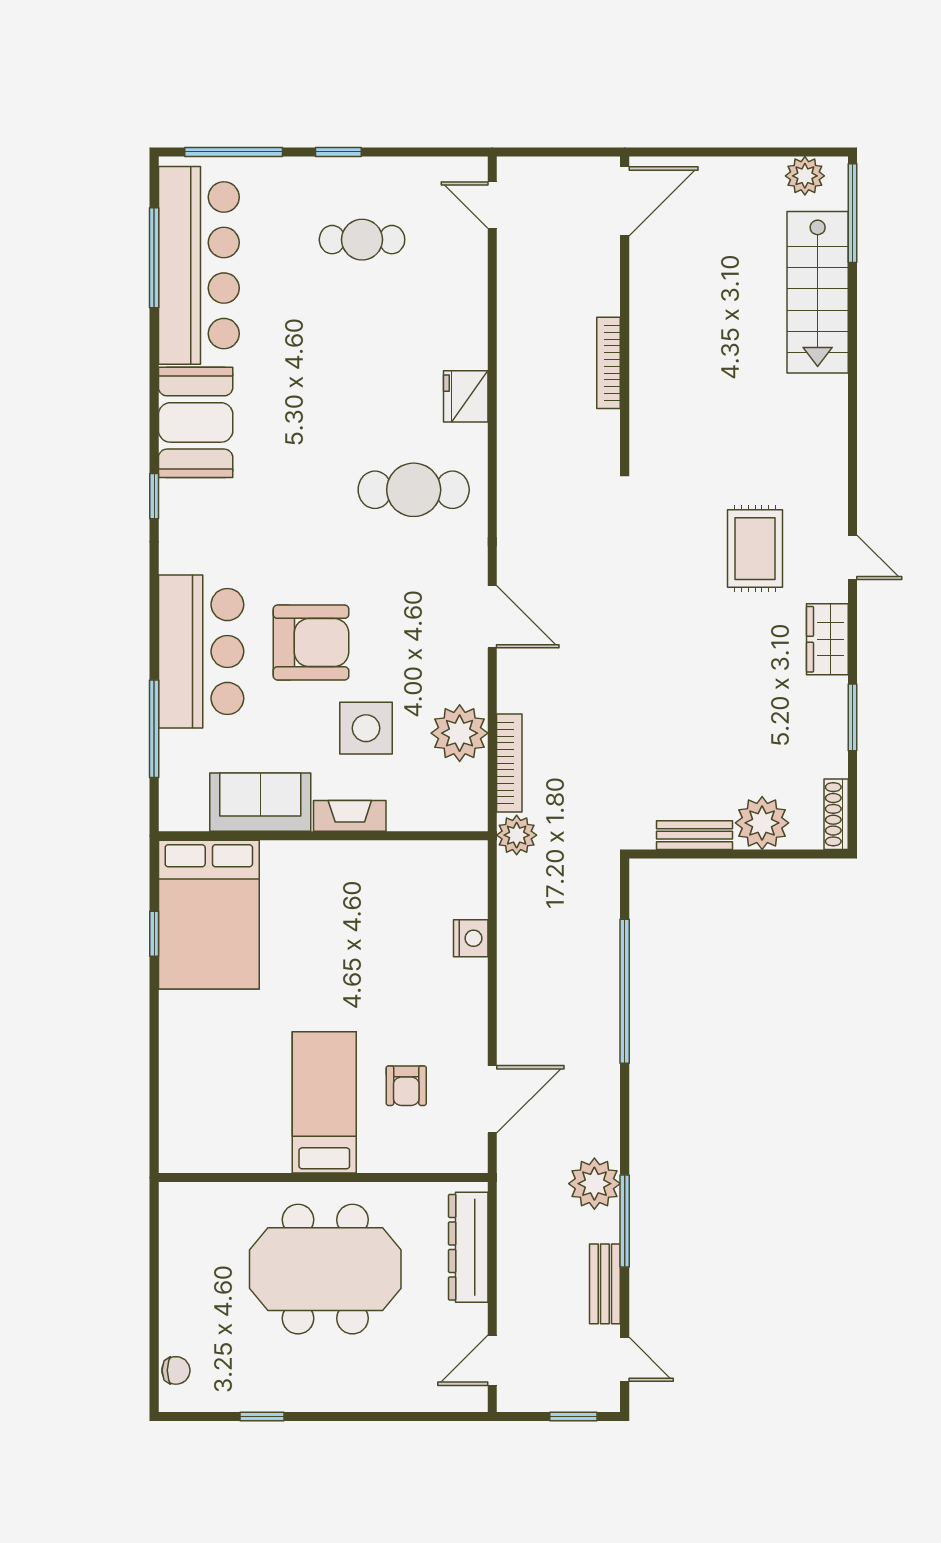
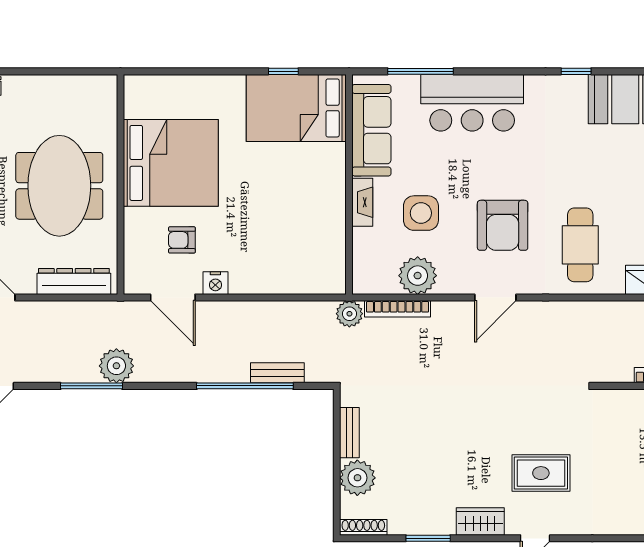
armchair: (311, 643) -> (503, 225), moved
sofa: (260, 802) -> (371, 130), width x1.36
nightstand: (471, 938) -> (215, 283), moved
bed: (324, 1102) -> (171, 163), width x2.04
bench: (605, 1284) -> (277, 373), moved

